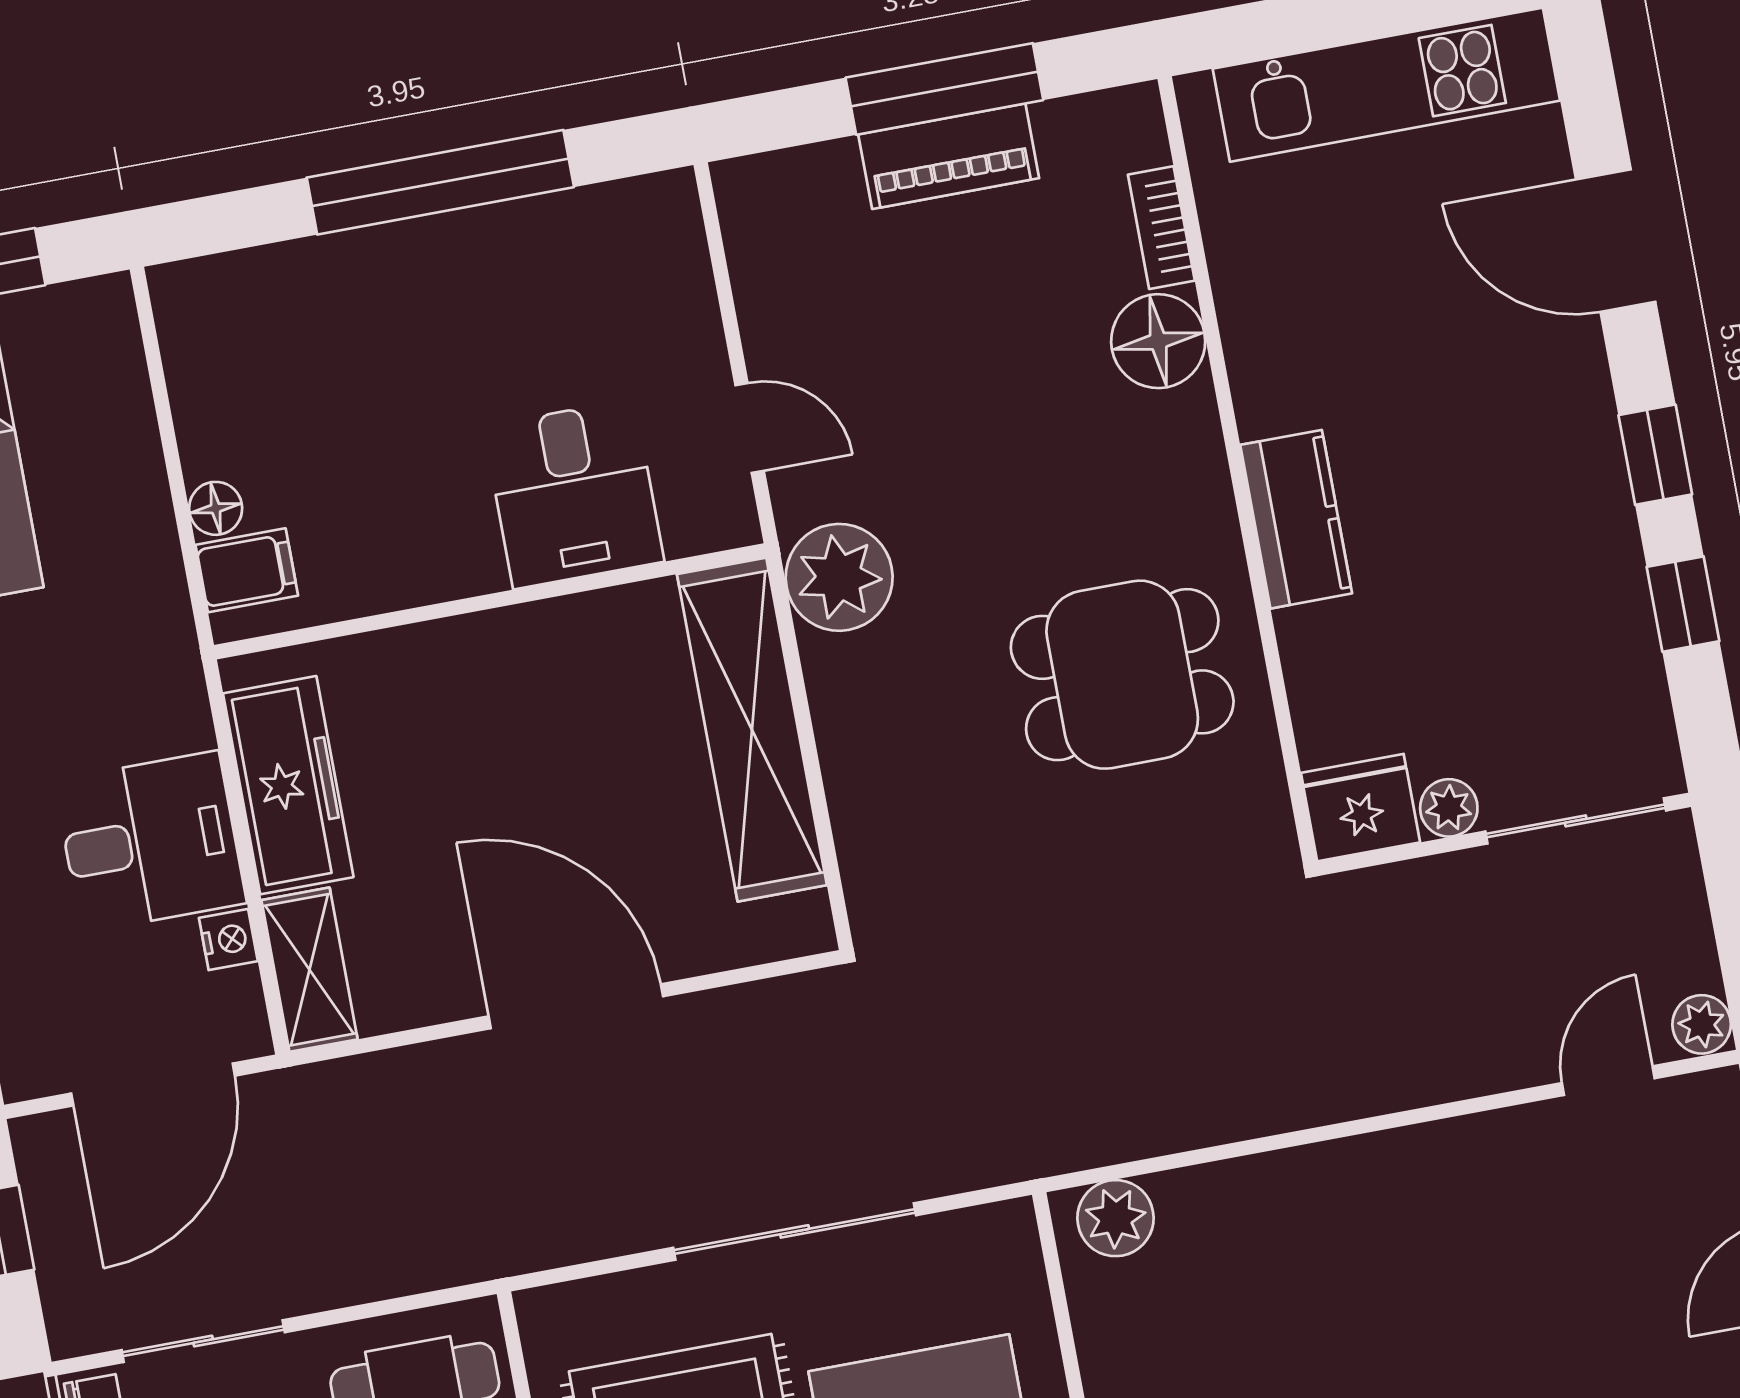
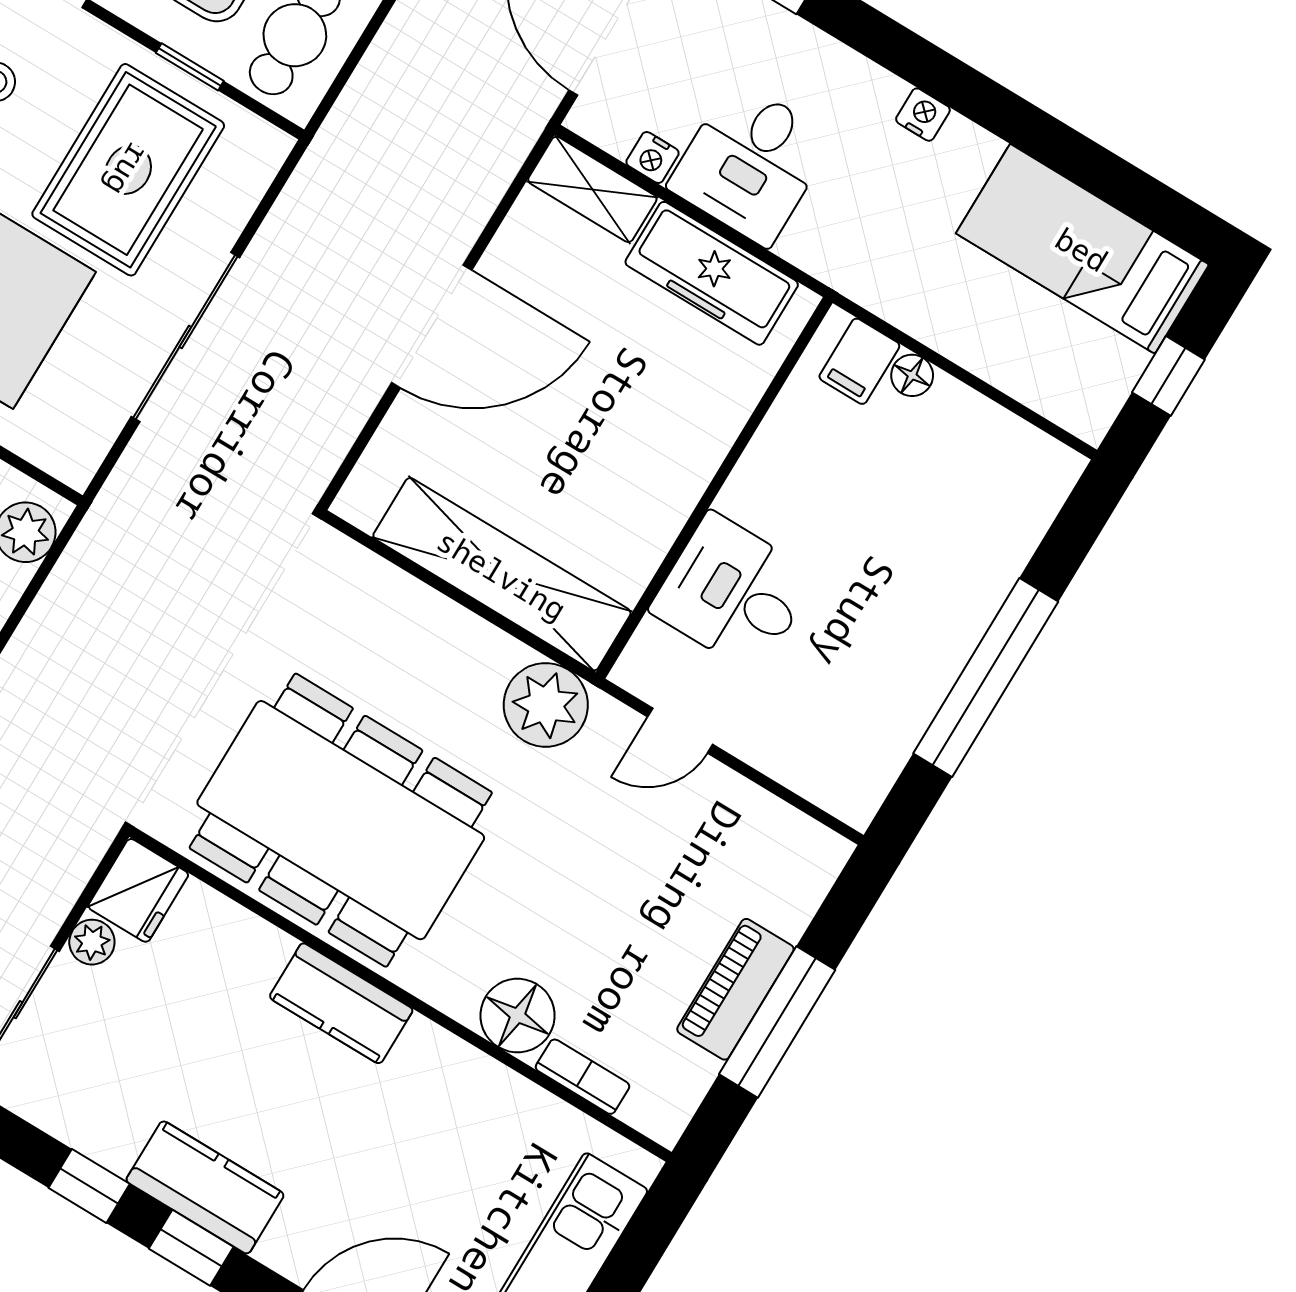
kitchen counter: (1586, 493) -> (205, 1187), added
dining table: (1122, 675) -> (341, 820), width x1.88, depth x1.24

